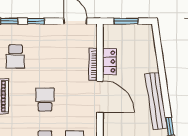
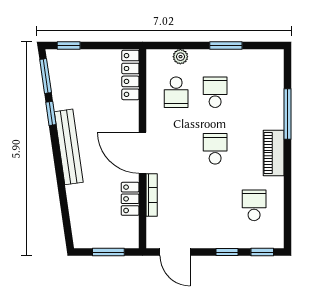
school desk: (45, 100) -> (215, 149), turned 180

